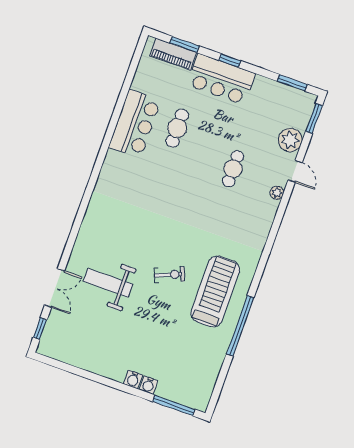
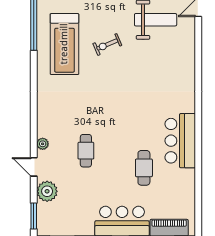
bar counter: (135, 124) -> (180, 141), moved

